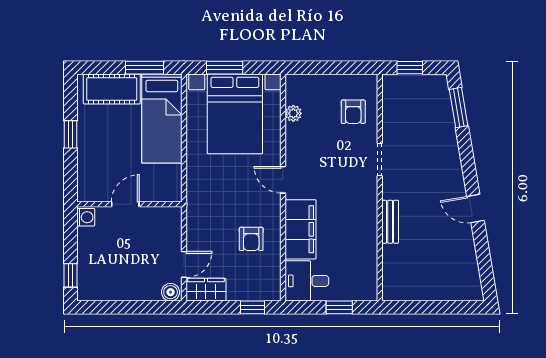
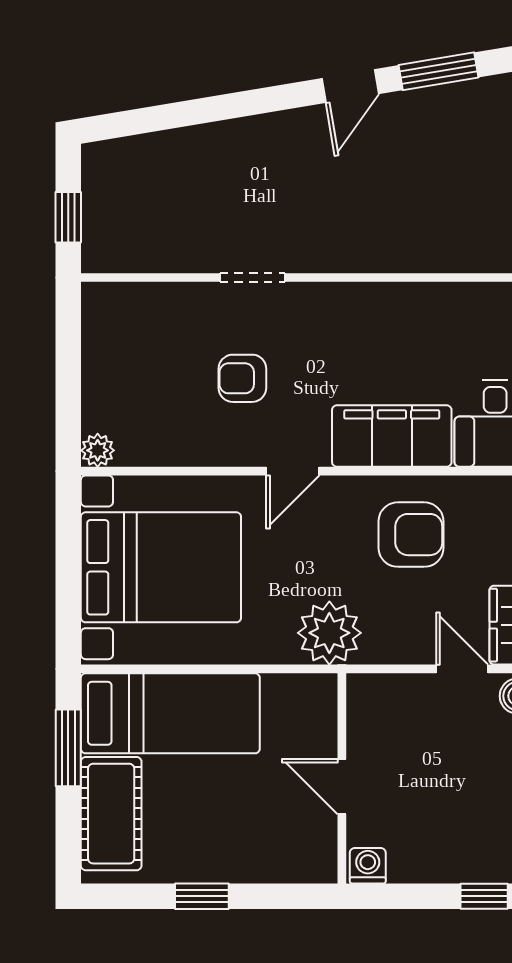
window: (225, 68) -> (68, 588), removed
window: (459, 107) -> (438, 71), moved
armchair: (353, 112) -> (242, 378), moved, turned 180
plant: (293, 113) -> (98, 450), moved
plant: (202, 198) -> (329, 633), added
bench: (390, 222) -> (377, 257), removed
armchair: (251, 239) -> (411, 535), width x1.38, depth x1.38

